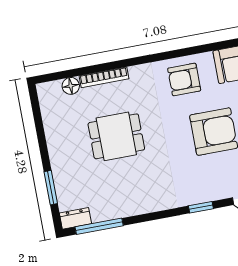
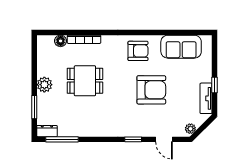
armchair: (184, 79) -> (138, 51), turned 180
plant: (59, 153) -> (44, 85), added

